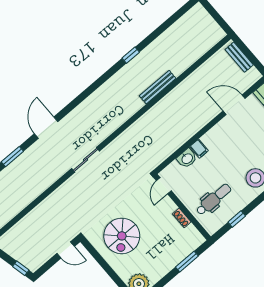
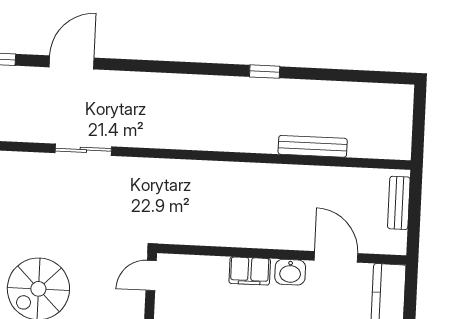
bench: (158, 87) -> (313, 146), moved
filing cabinet: (199, 149) -> (250, 271), width x2.00
washbasin: (187, 158) -> (290, 272), moved

